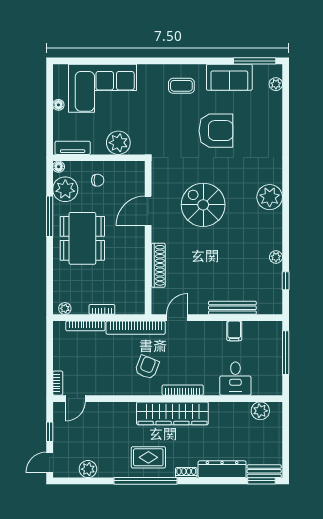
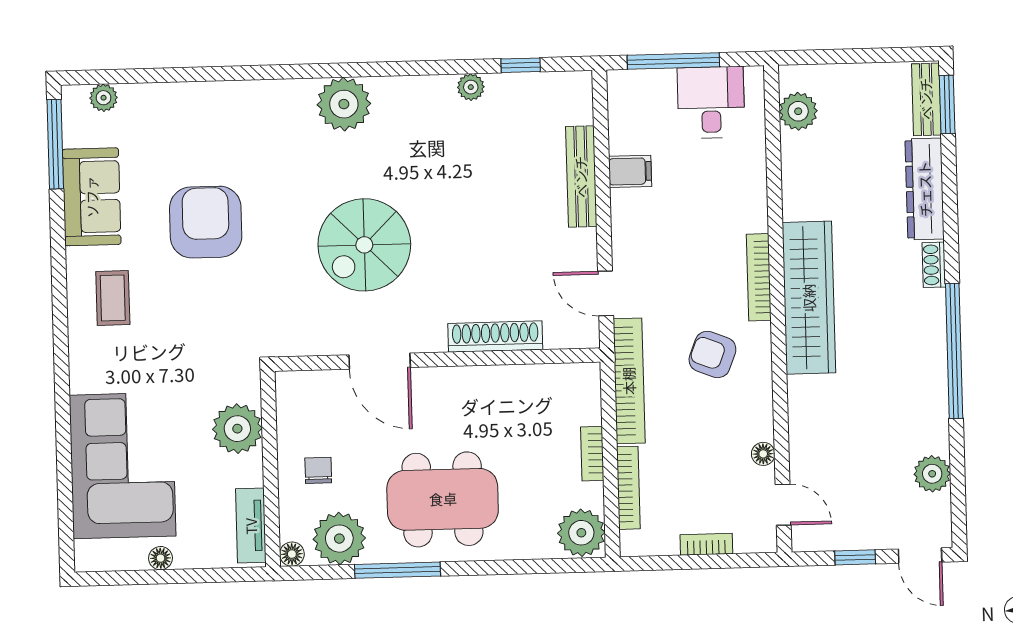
plant: (65, 308) -> (581, 533), width x1.88, depth x1.88
desk: (235, 379) -> (711, 102), moved, turned -90
bookcase: (58, 383) -> (706, 544), moved
floor lamp: (100, 390) -> (763, 454), added
rug: (148, 457) -> (904, 346), removed

